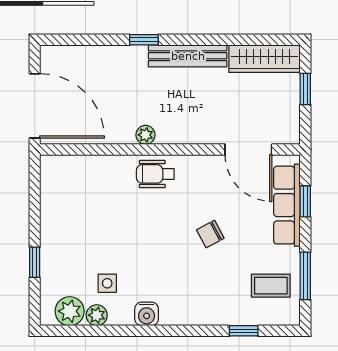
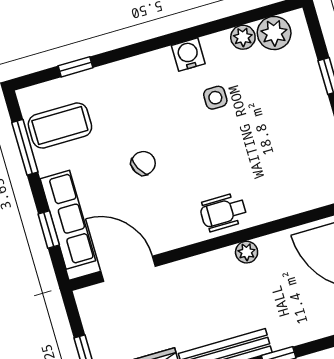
wheelchair: (155, 174) -> (223, 212), turned 180
side table: (107, 283) -> (215, 98), moved
coffee table: (271, 286) -> (60, 126), width x1.36, depth x1.30

